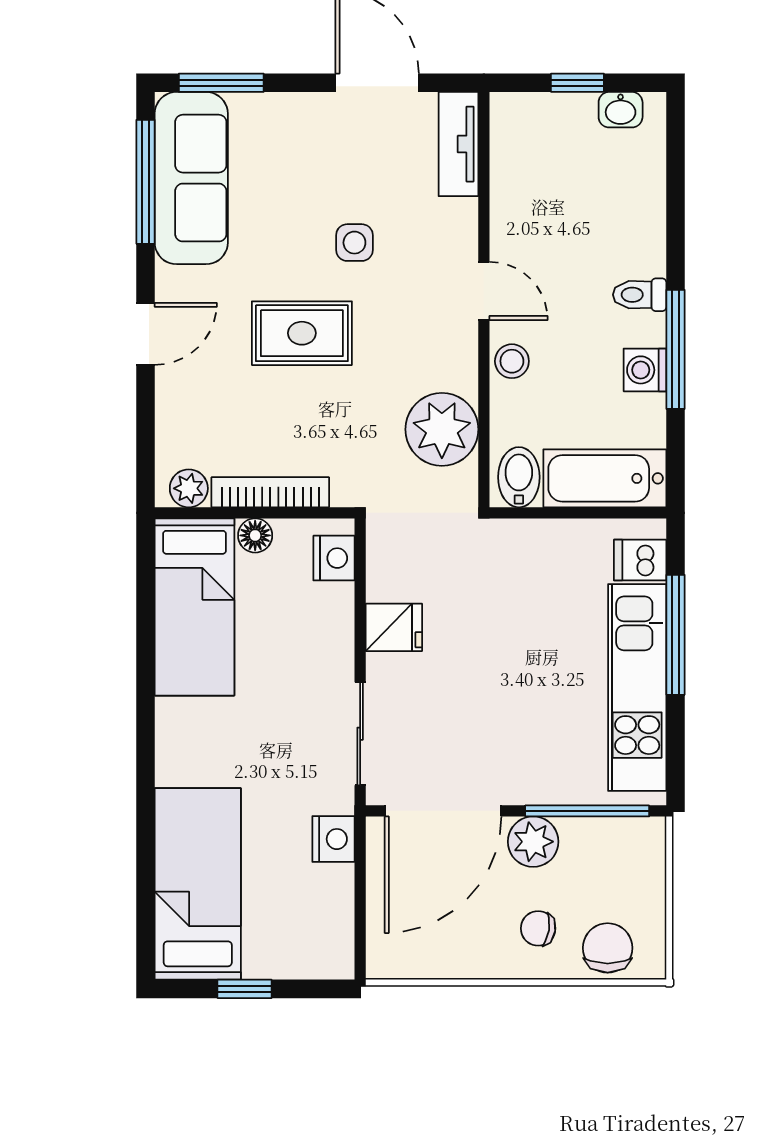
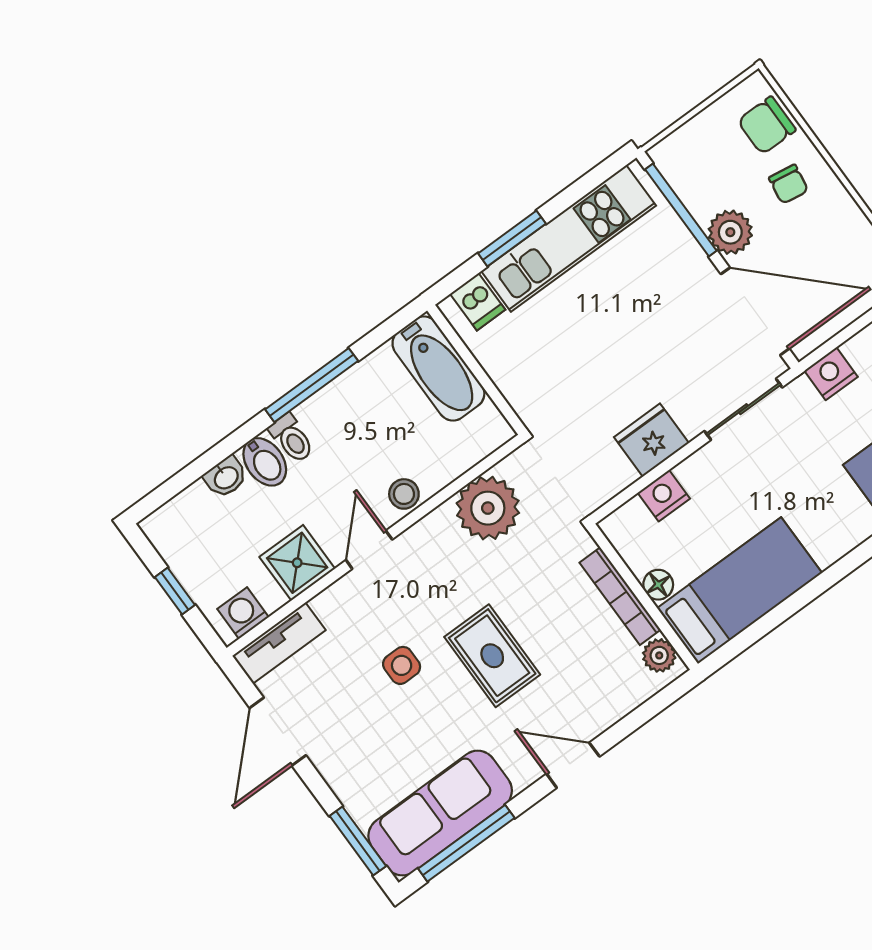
washbasin: (621, 110) -> (226, 477), moved, turned 90
shower: (521, 215) -> (297, 563), added
washing machine: (645, 370) -> (243, 613), moved, turned 180
bidet: (519, 477) -> (265, 462), moved, turned -90
nightstand: (334, 558) -> (664, 496), moved
fridge: (394, 627) -> (651, 440), width x1.38
window: (676, 635) -> (512, 239), width x0.69

